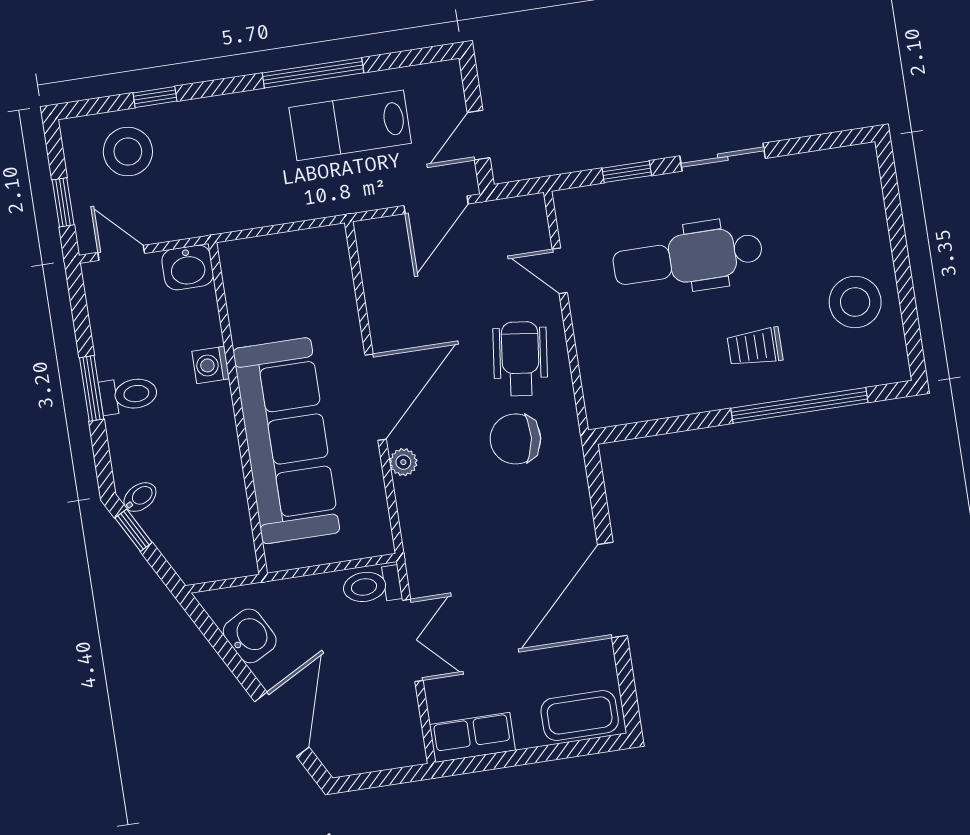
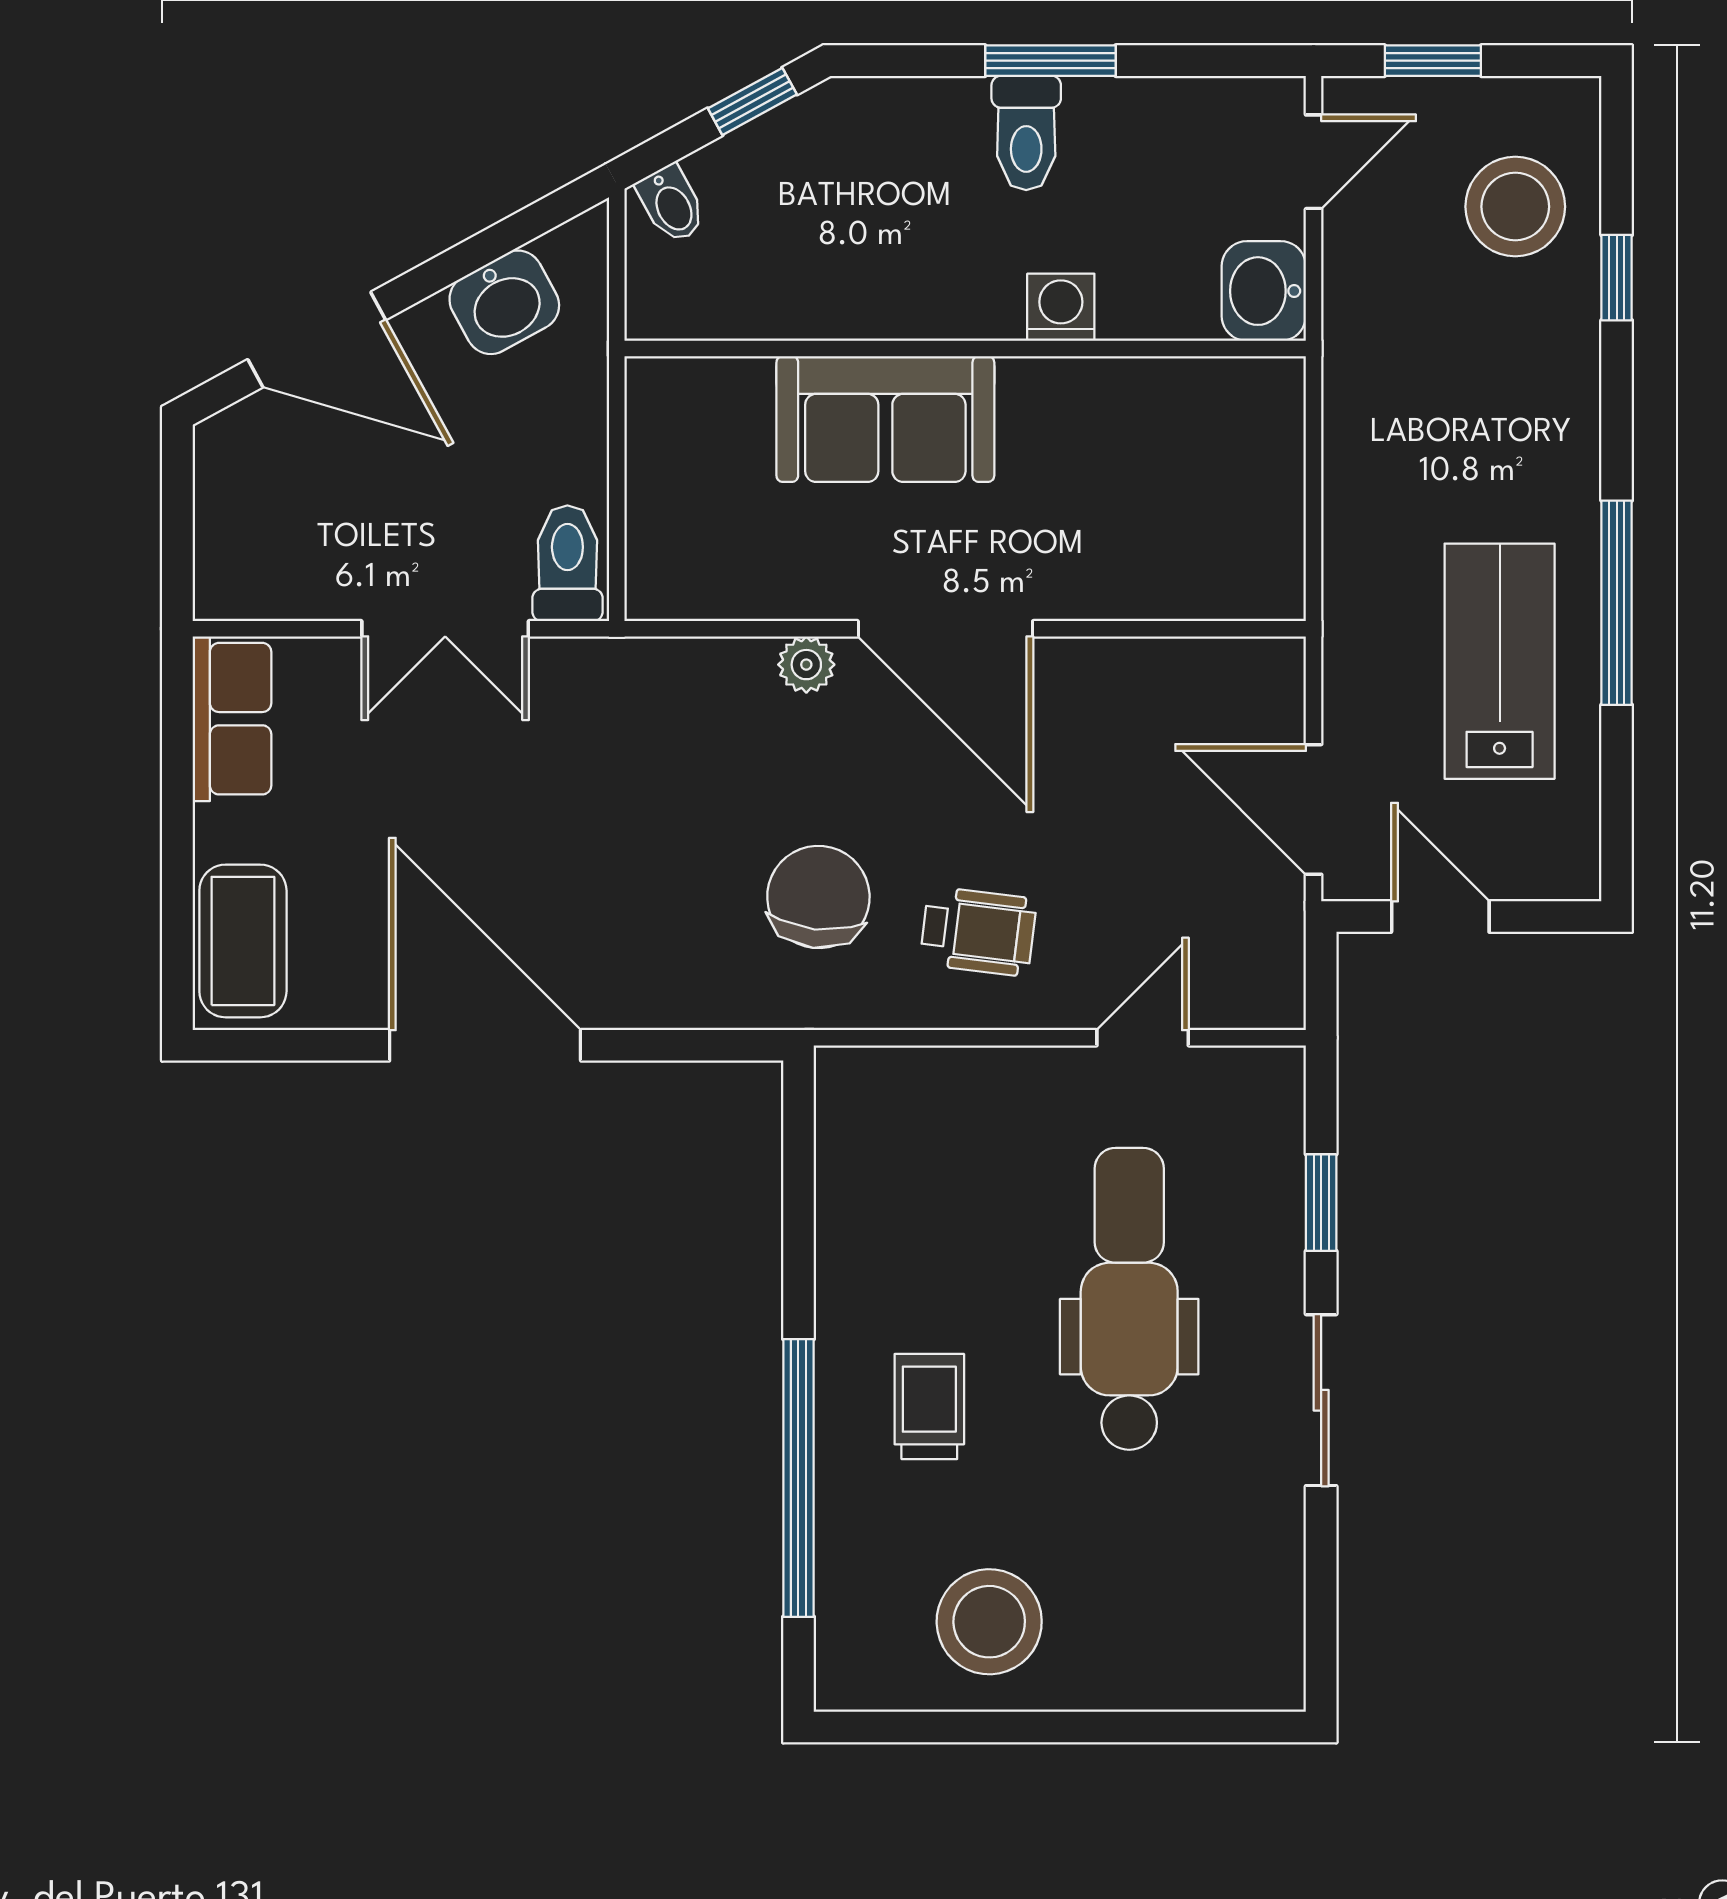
wheelchair: (520, 359) -> (978, 931), width x0.73, depth x0.73
sofa: (286, 441) -> (885, 419), width x0.54, depth x0.79
bidet: (140, 497) -> (672, 204), moved

